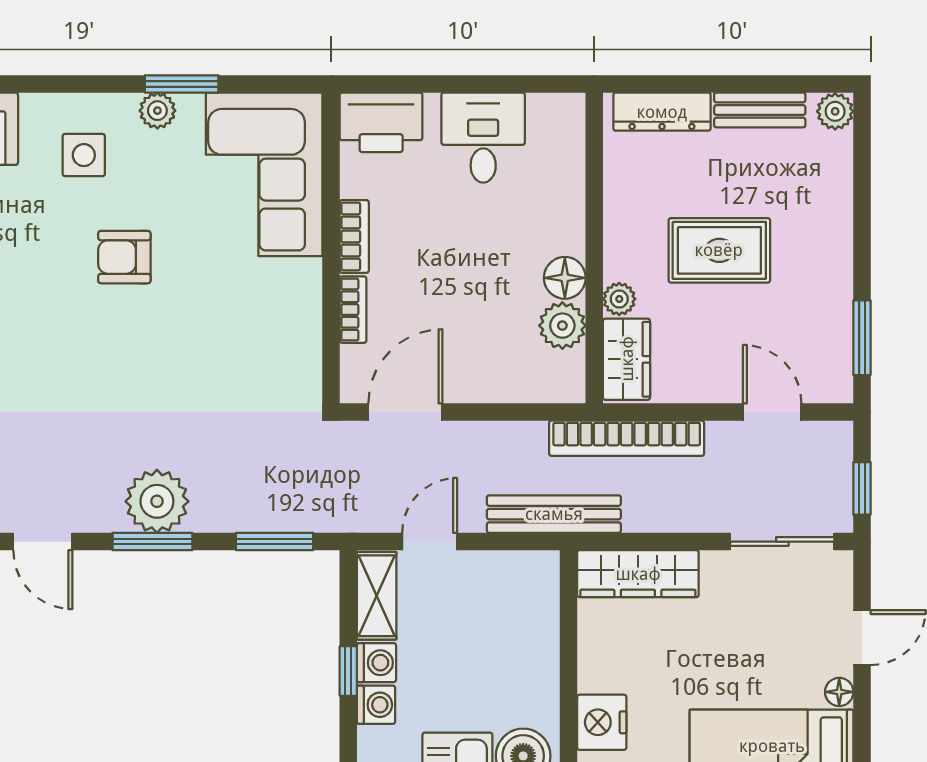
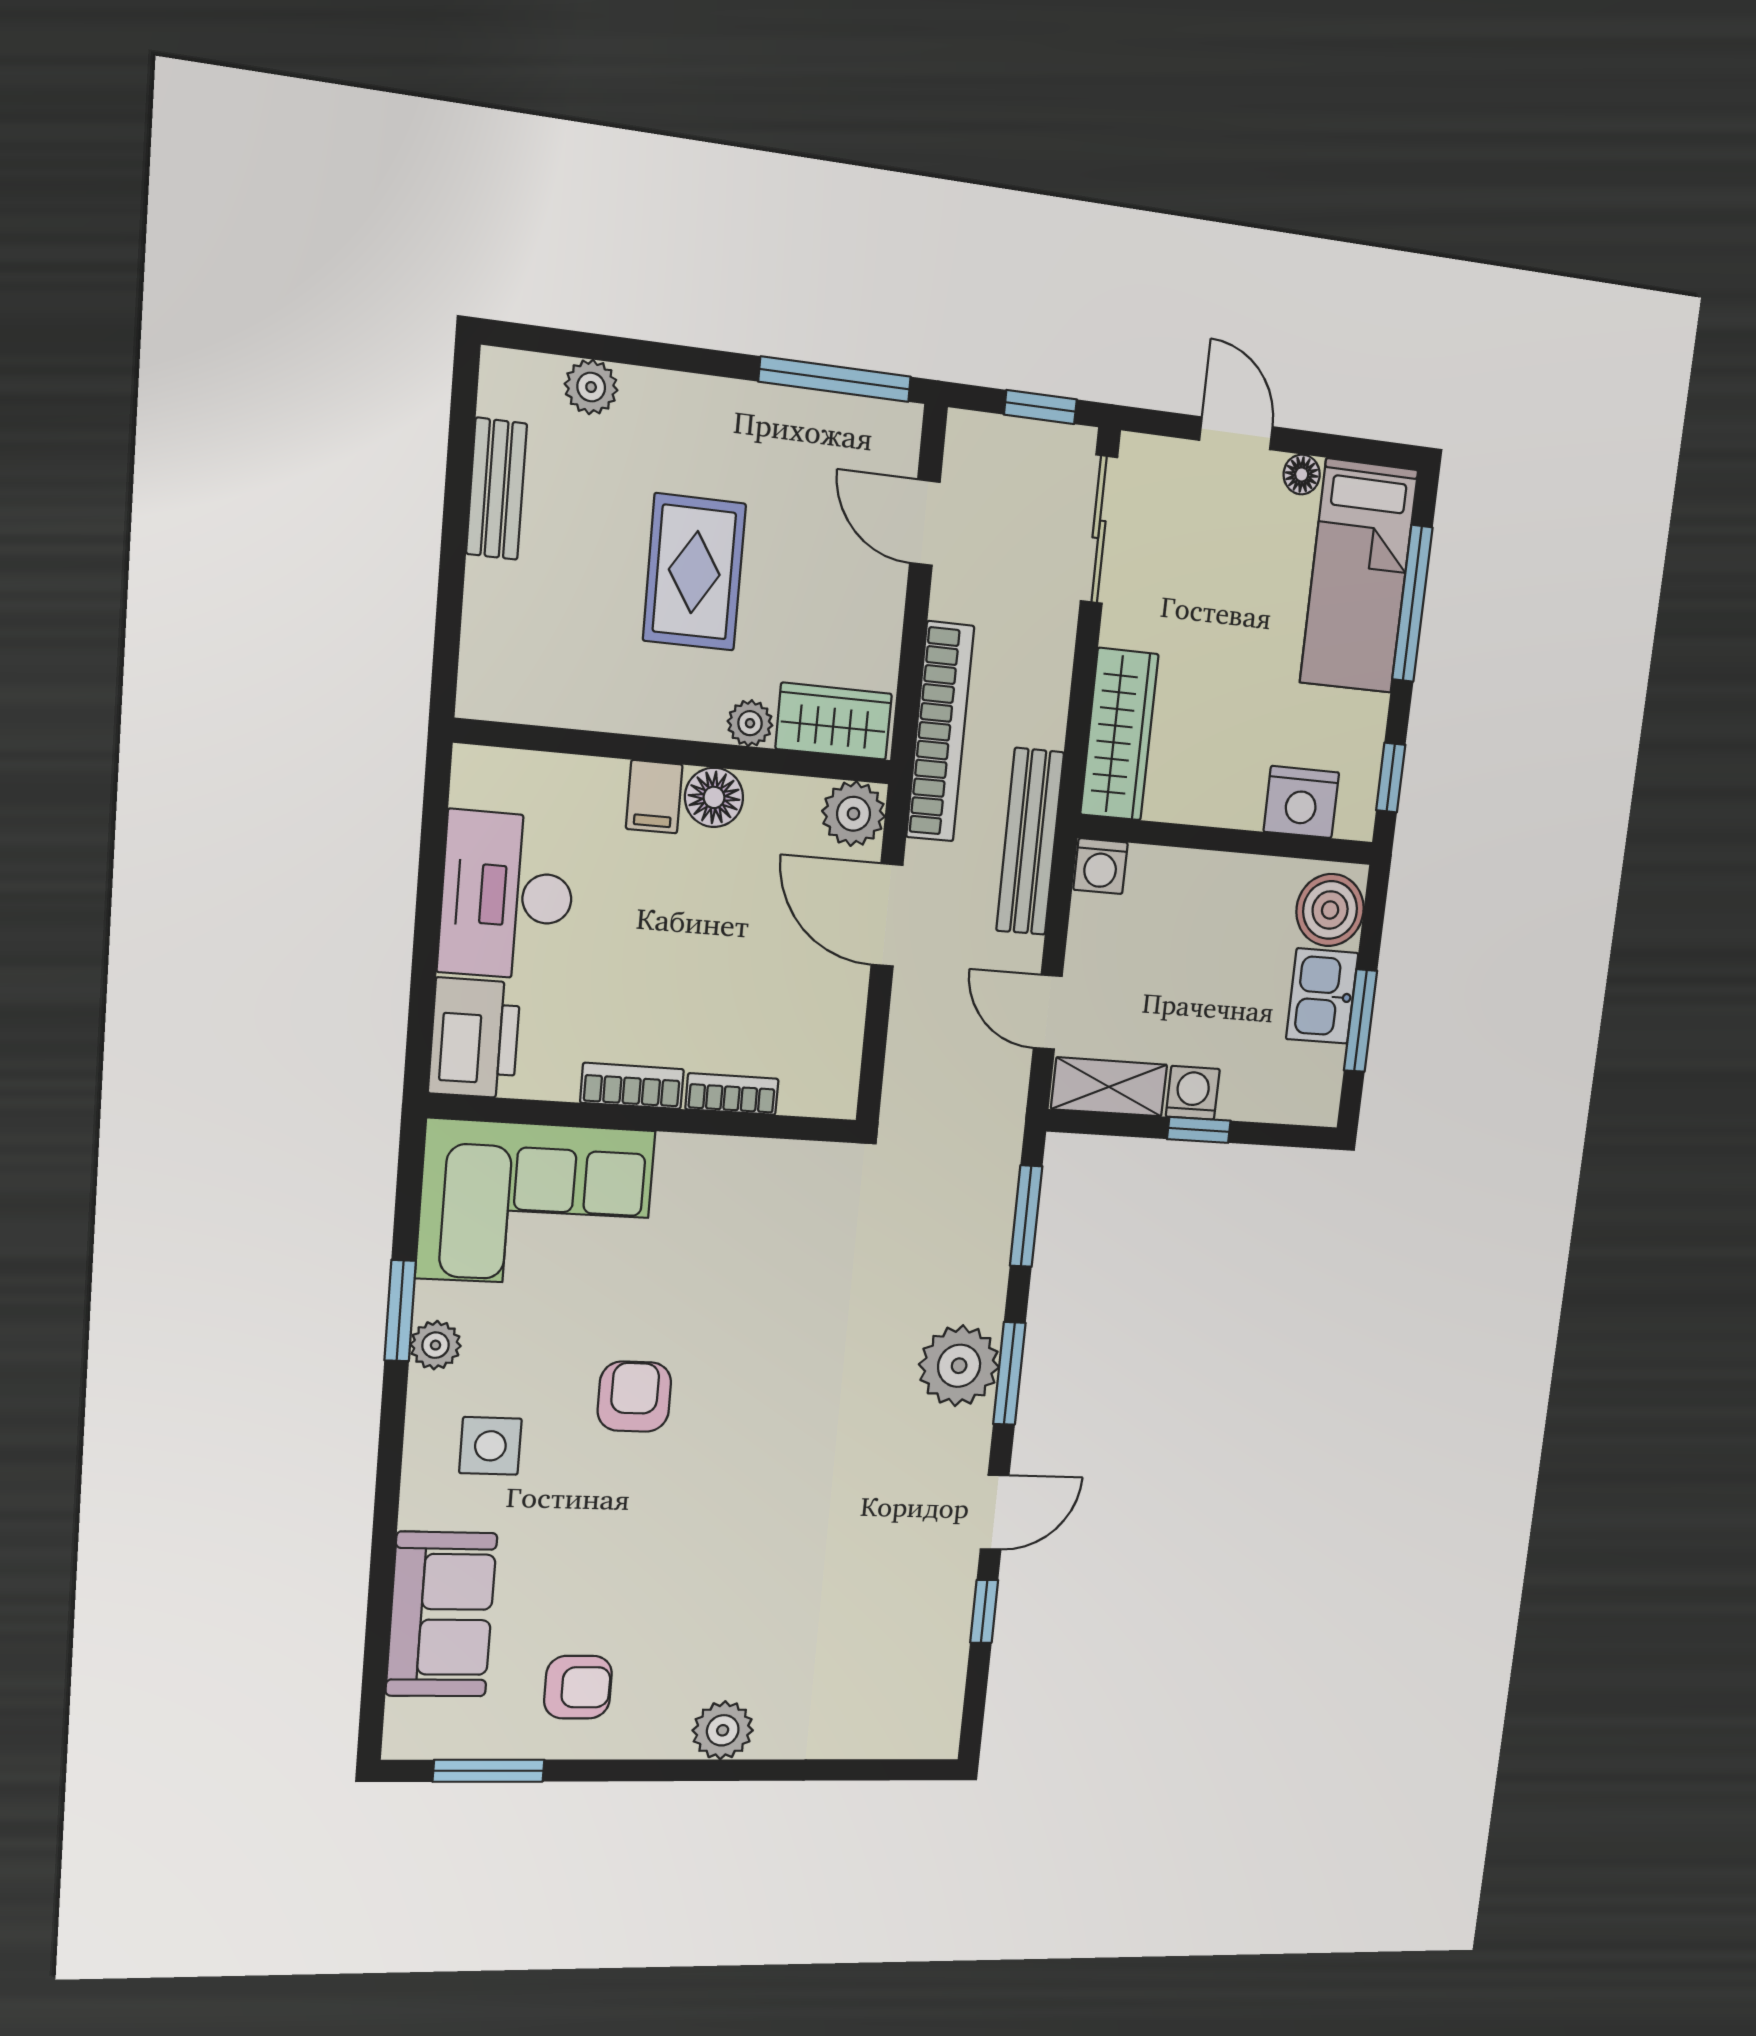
plant: (835, 111) -> (591, 387), moved
dresser: (662, 112) -> (488, 634), removed
desk: (483, 138) -> (507, 896), width x1.37
filing cabinet: (561, 235) -> (654, 797), added
armchair: (124, 257) -> (634, 1397), turned 180
plant: (562, 326) -> (853, 814), moved
window: (862, 338) -> (835, 379), width x1.44
door: (405, 412) -> (887, 915), moved
door: (772, 412) -> (925, 522), hinge flipped
washing machine: (376, 705) -> (1101, 866), moved, turned 180

